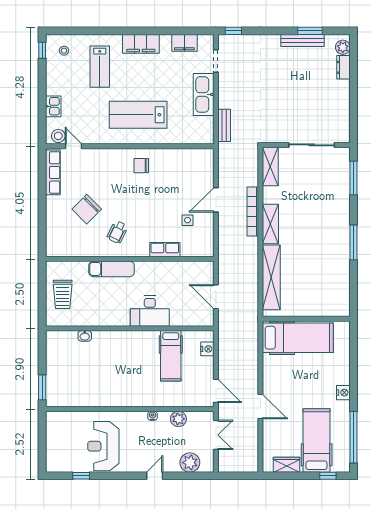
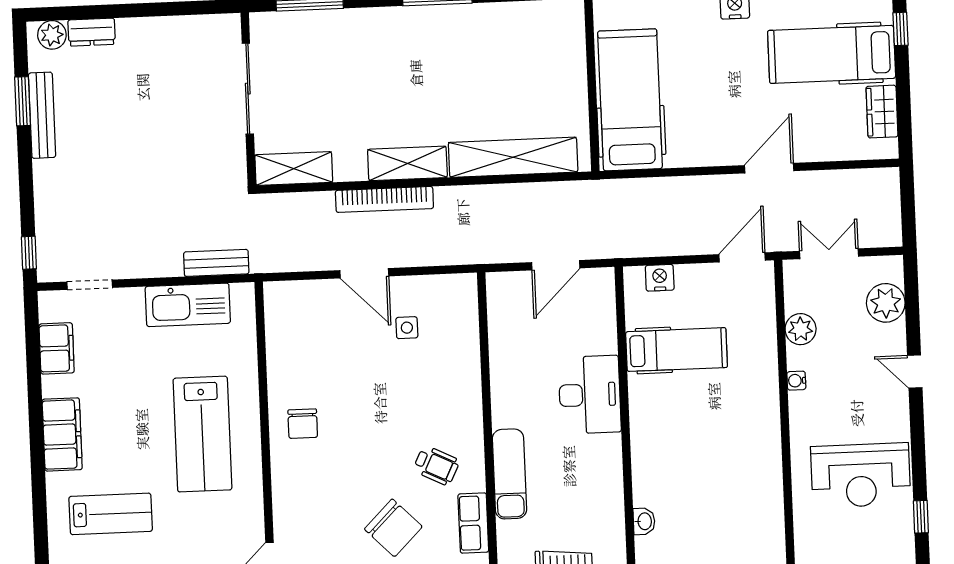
kitchen sink: (204, 94) -> (188, 305), moved
row of seats: (165, 250) -> (473, 523), moved

